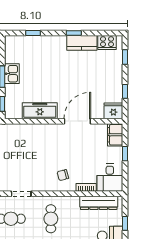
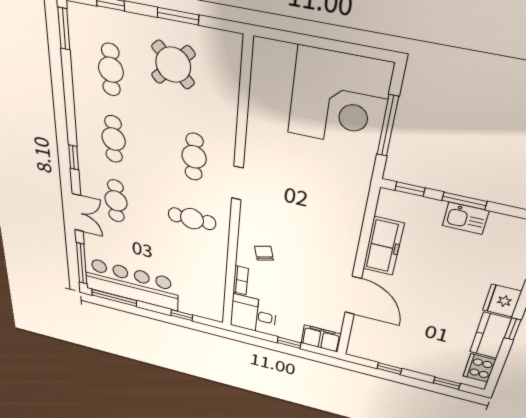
fridge: (113, 111) -> (502, 301), moved, turned 180
dresser: (99, 203) -> (215, 291), removed

